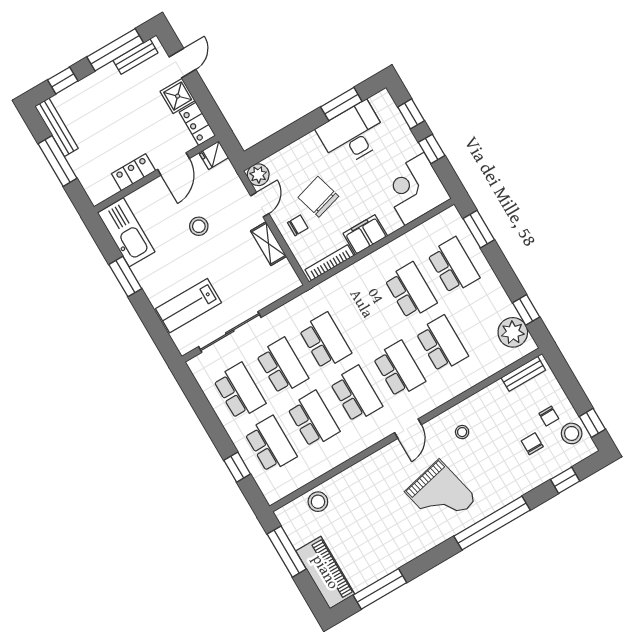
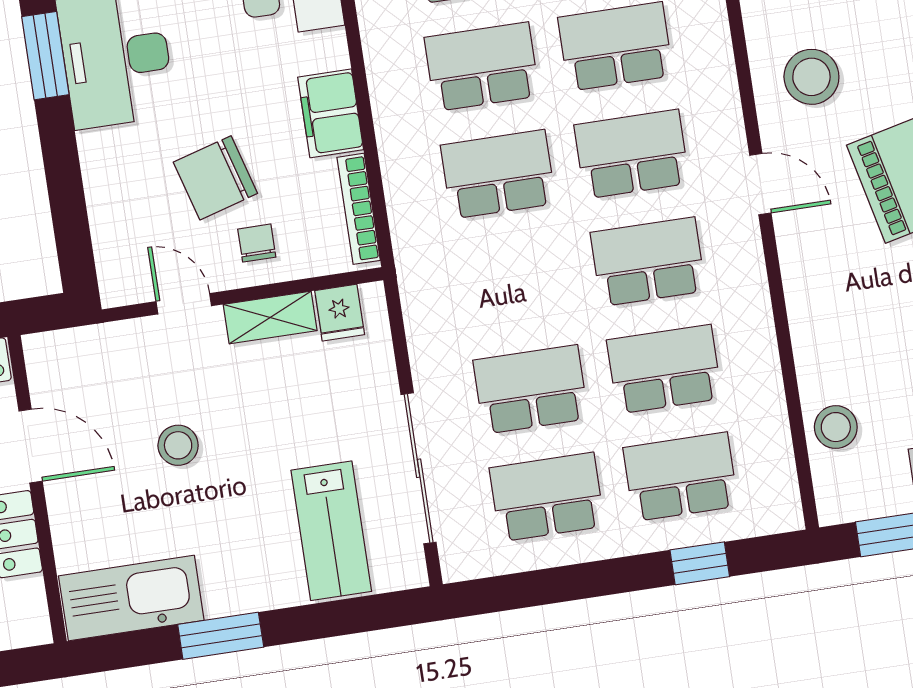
fridge: (214, 155) -> (340, 313), moved
plant: (258, 175) -> (122, 282), removed
school desk: (325, 341) -> (498, 174), moved
stool: (462, 432) -> (811, 77), width x1.89, depth x1.89

